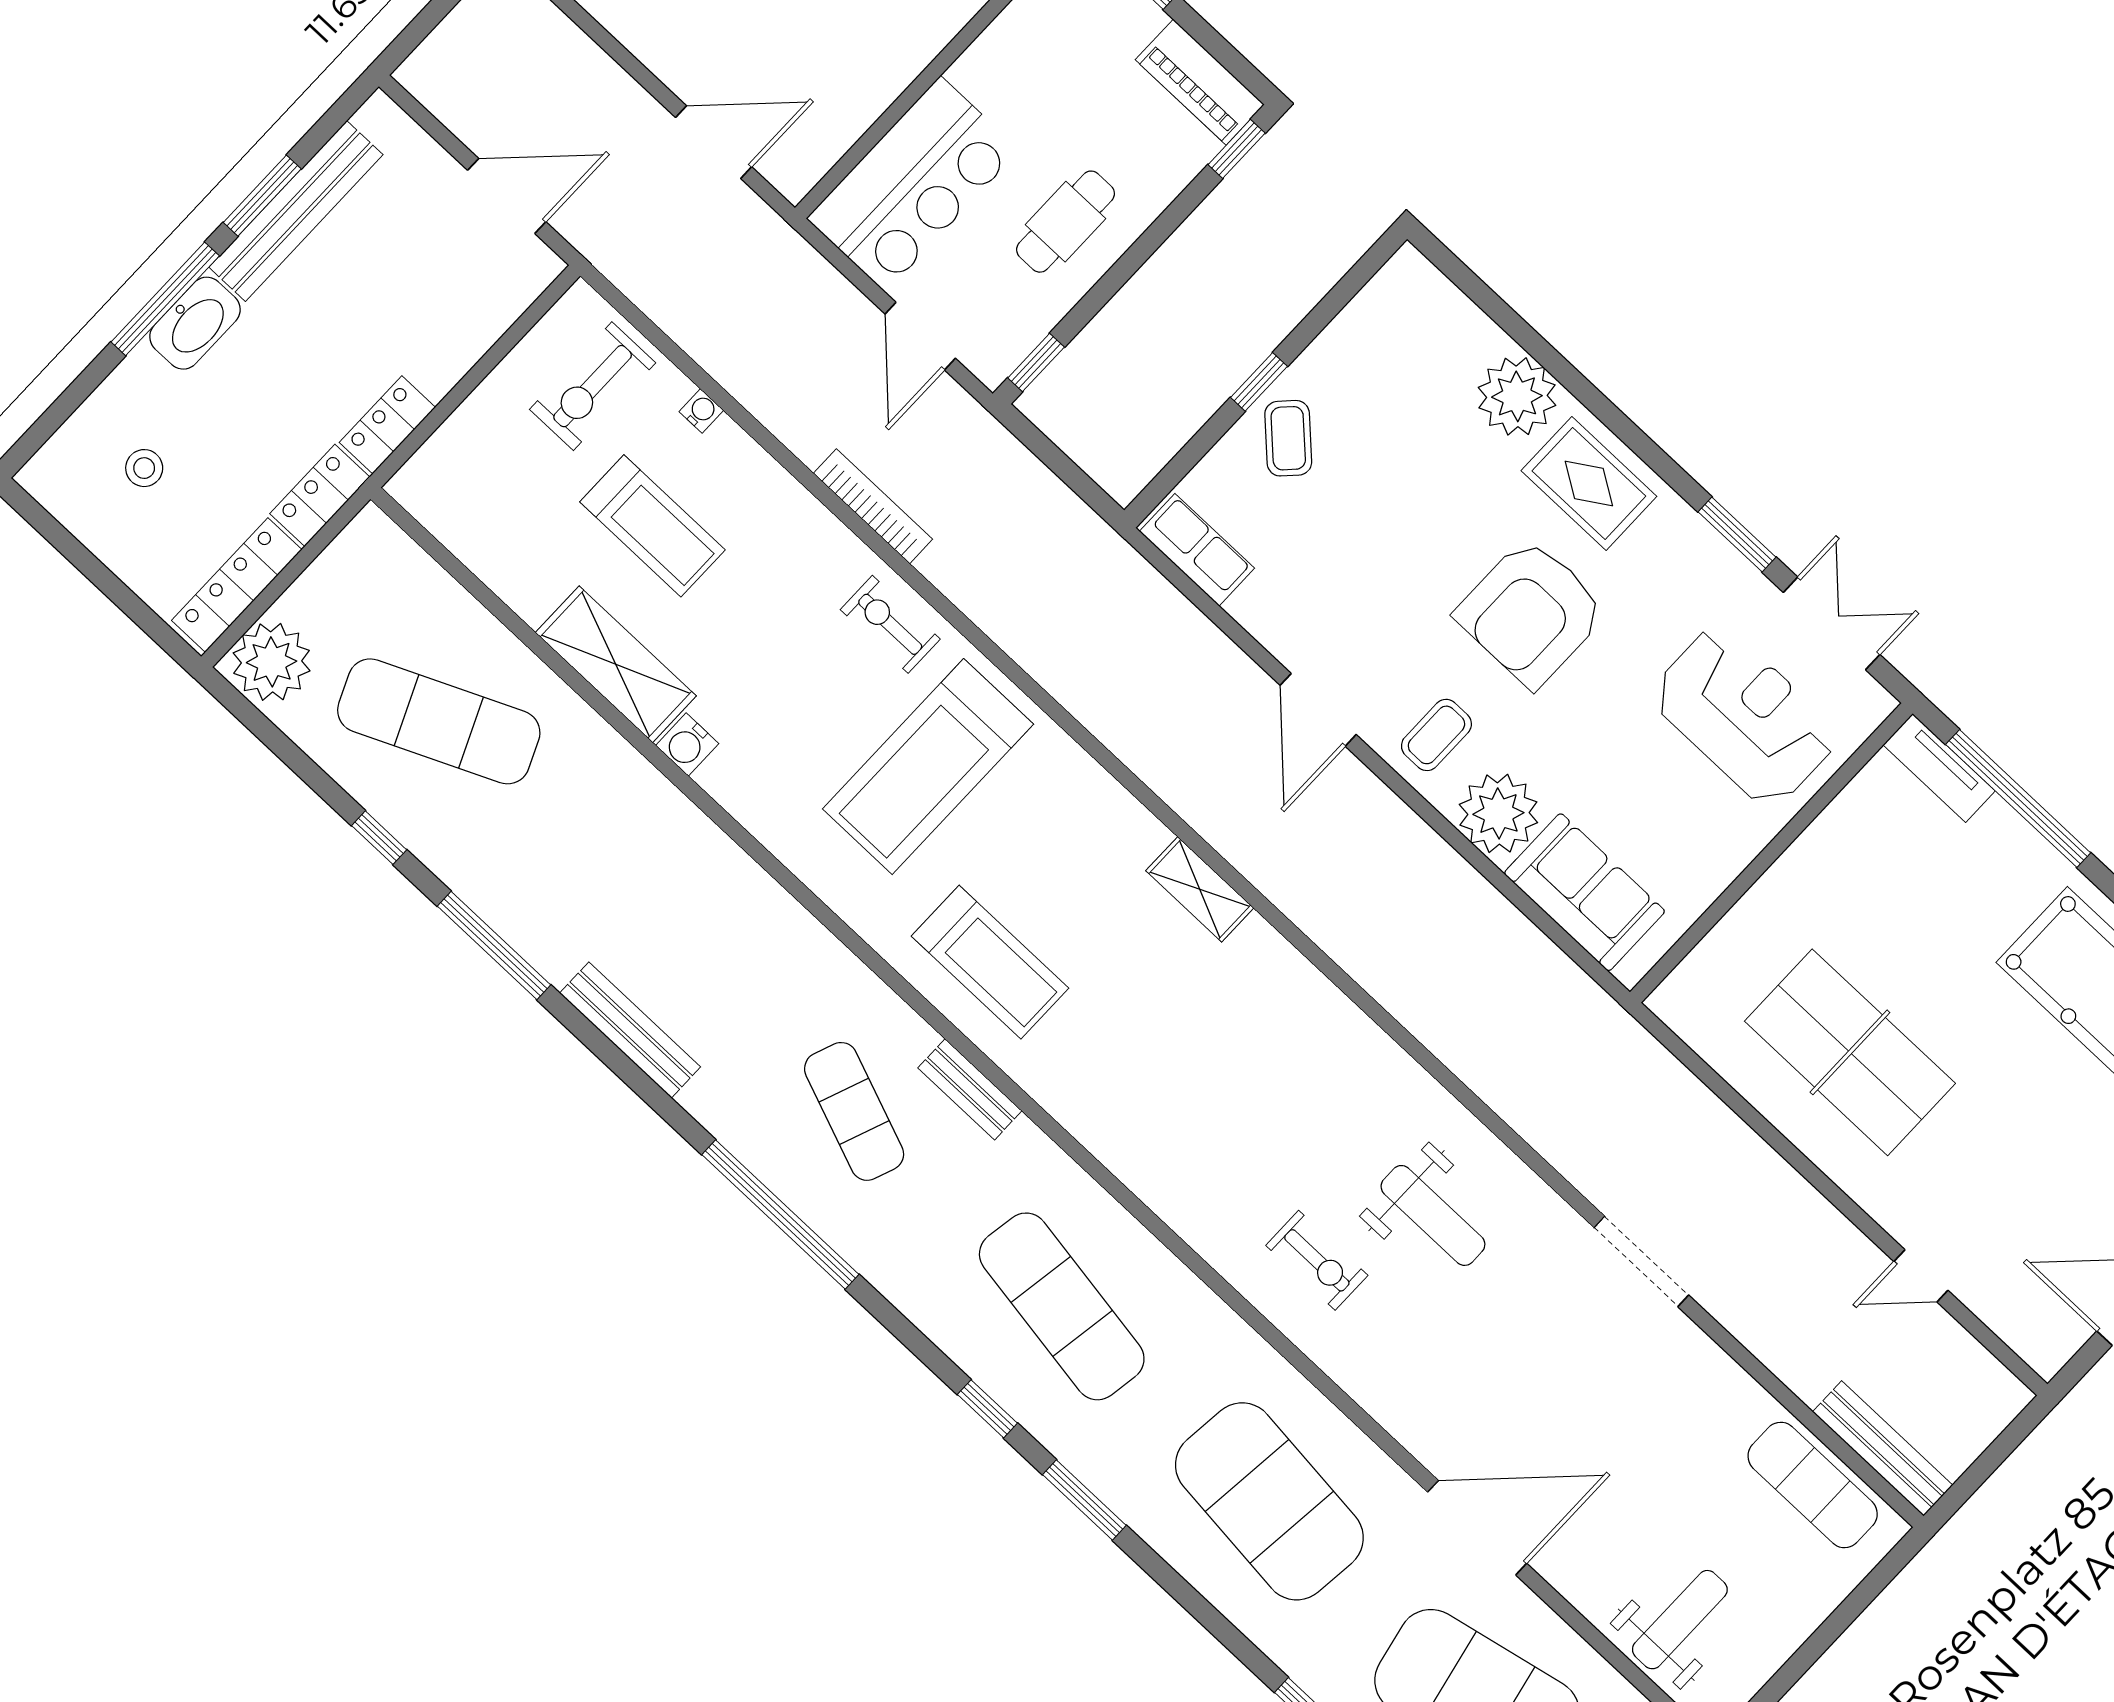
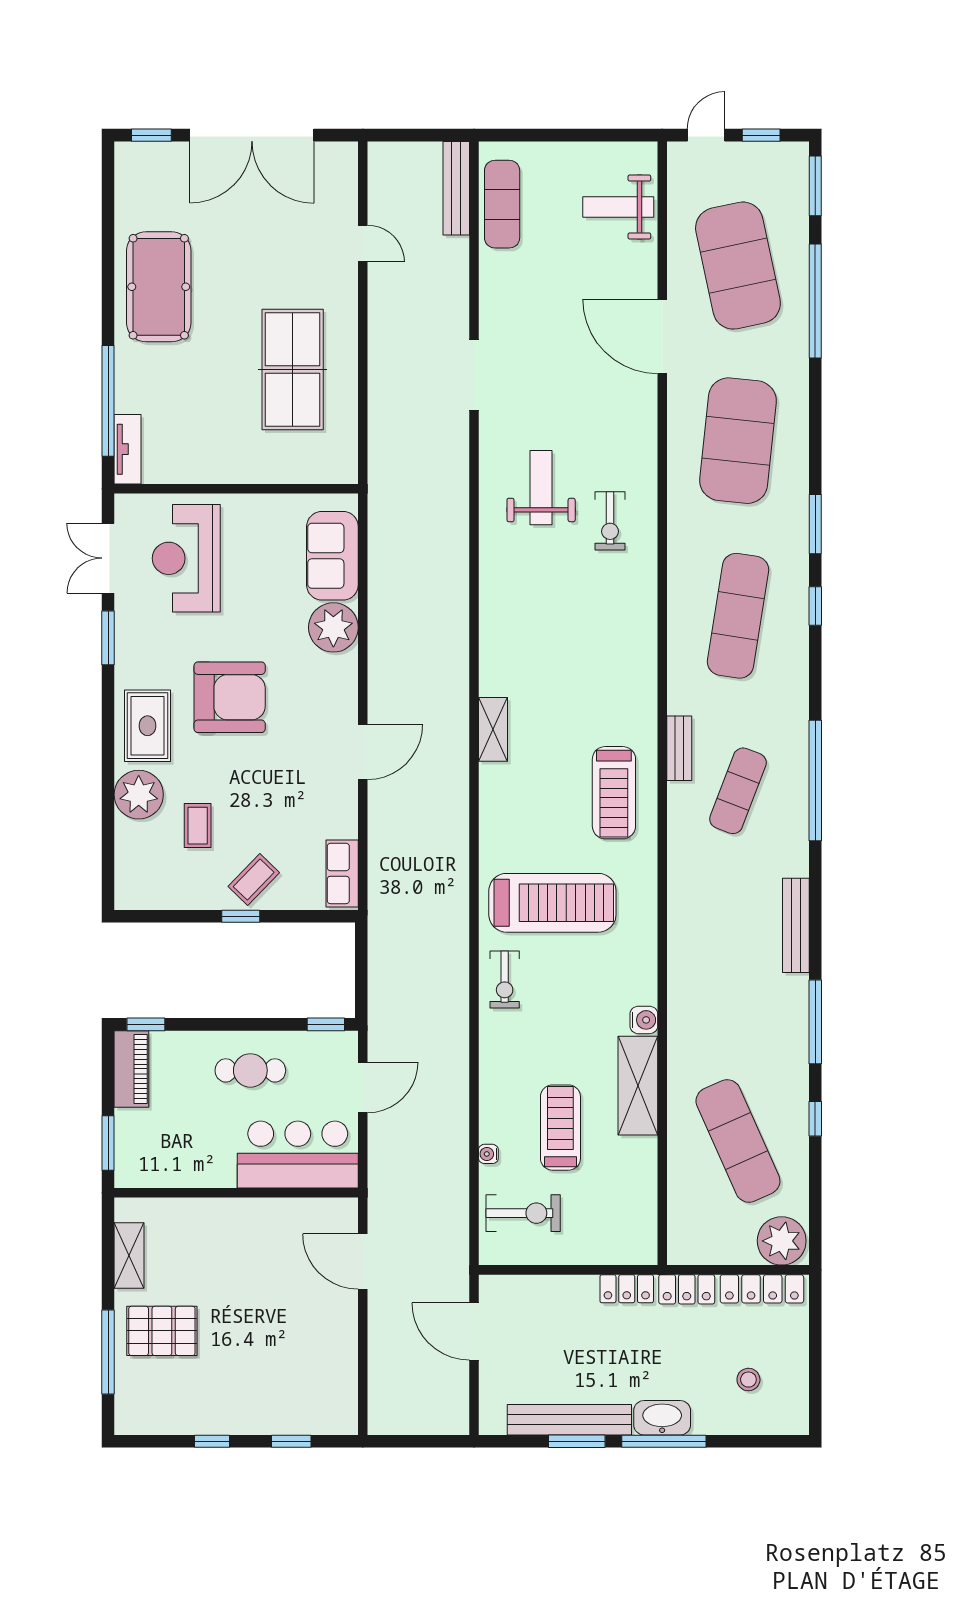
bookcase: (873, 506) -> (459, 1037), removed
coffee table: (1436, 735) -> (198, 826), moved, turned 90
treadmill: (990, 962) -> (614, 793), turned 180
exercise bike: (1317, 1260) -> (610, 521), turned 180

